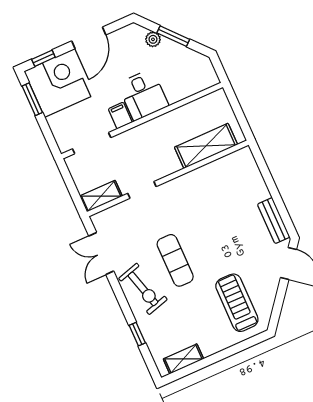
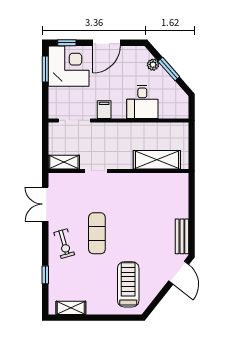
desk: (143, 95) -> (142, 102), moved
exercise bike: (143, 289) -> (64, 244), width x0.73, depth x0.72

